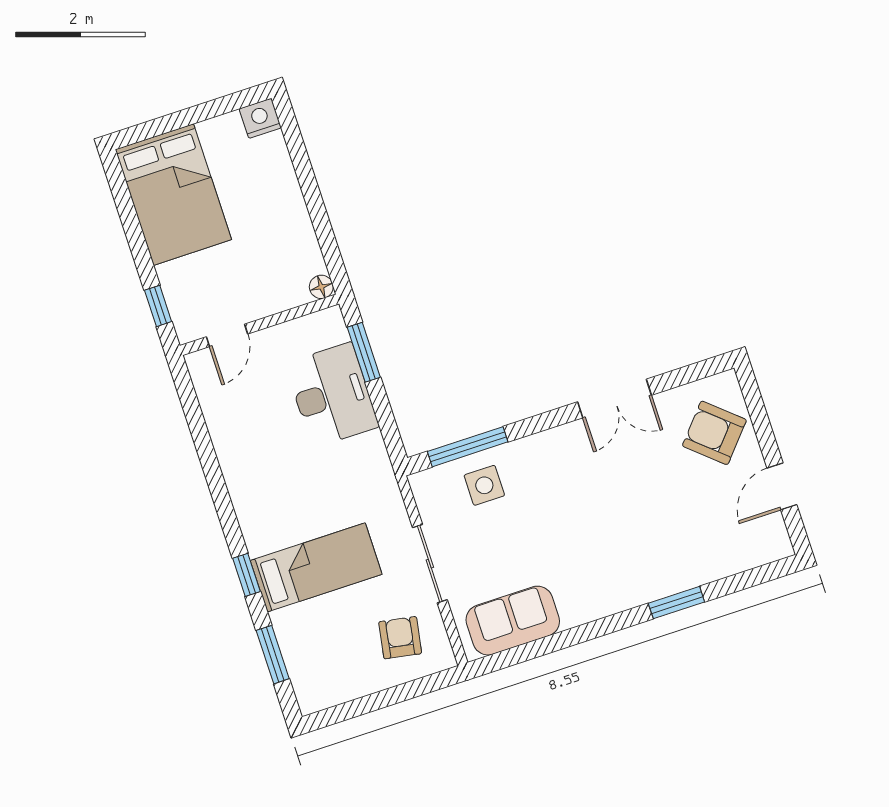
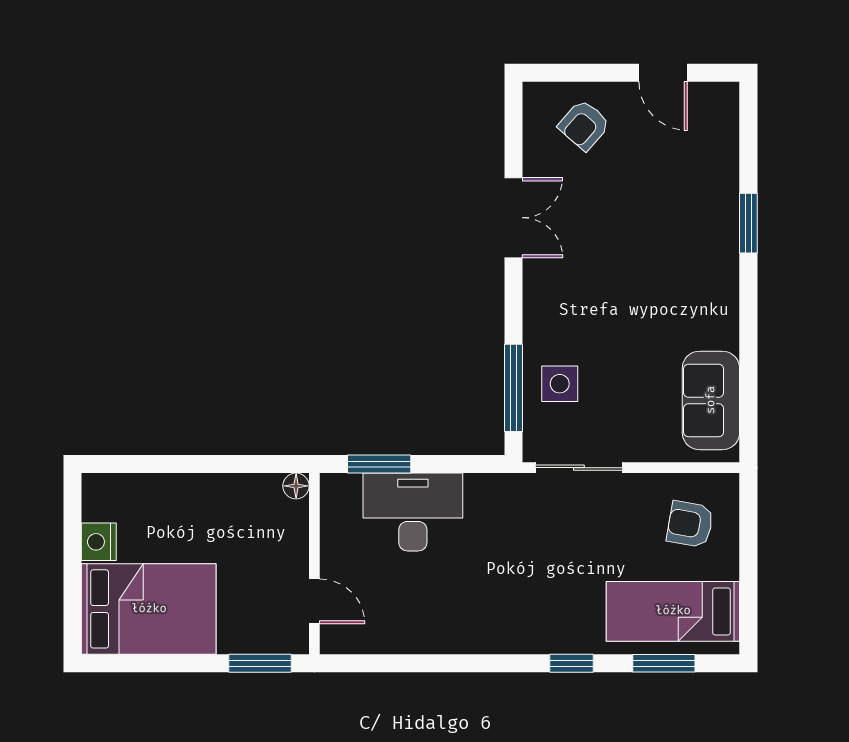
nightstand: (260, 118) -> (99, 542), moved
window: (158, 306) -> (260, 663), width x1.50
armchair: (714, 433) -> (584, 125), width x0.72, depth x0.72
sliding door: (430, 564) -> (579, 468), moved
bed: (316, 567) -> (673, 611), moved, turned -90

